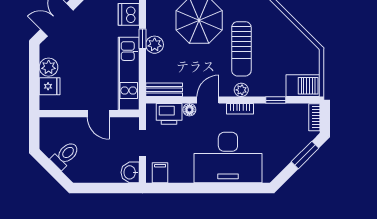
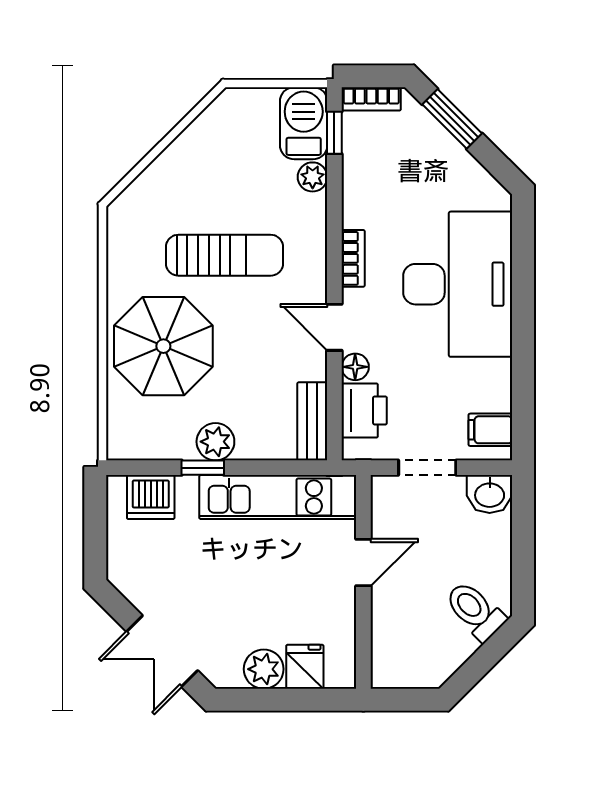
plant: (241, 90) -> (313, 177), moved
window: (276, 100) -> (334, 133), moved
toilet: (65, 155) -> (475, 611), moved

